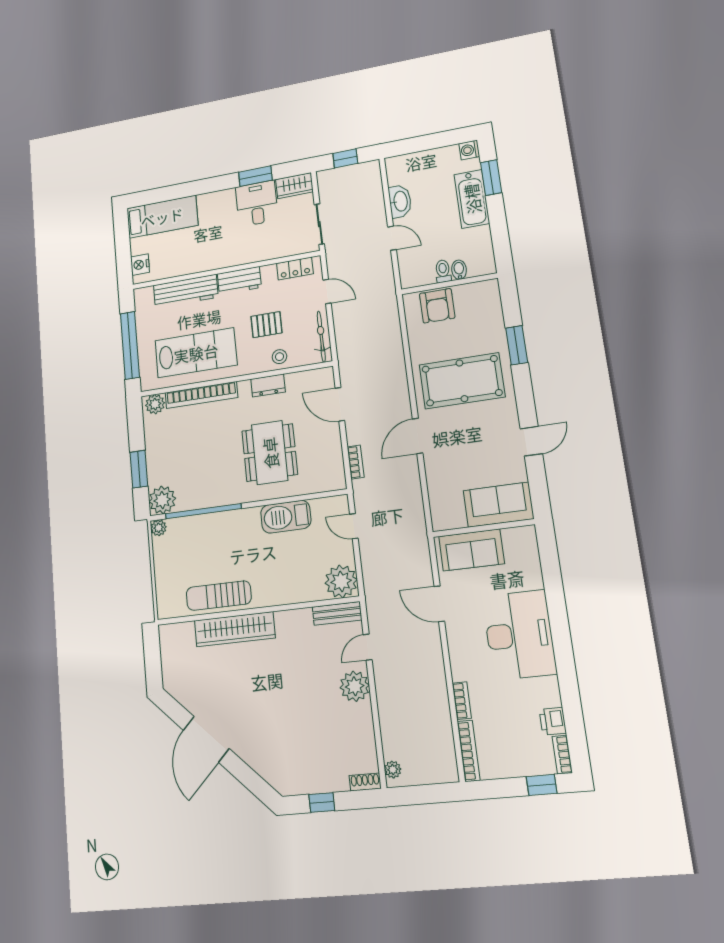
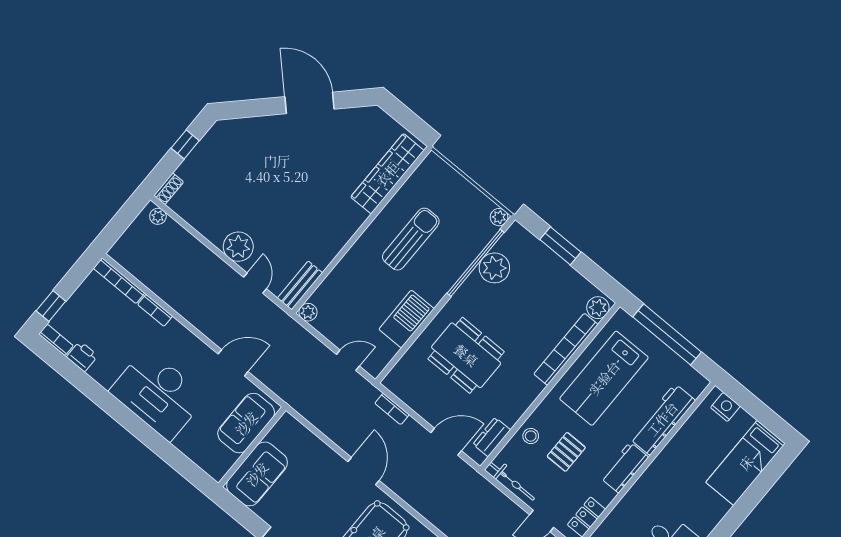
dresser: (268, 385) -> (492, 437), moved
plant: (162, 500) -> (494, 268), moved
plant: (341, 581) -> (308, 312), width x0.53, depth x0.53
sun lounger: (219, 596) -> (411, 239), moved
wardrobe: (235, 629) -> (387, 174), moved

